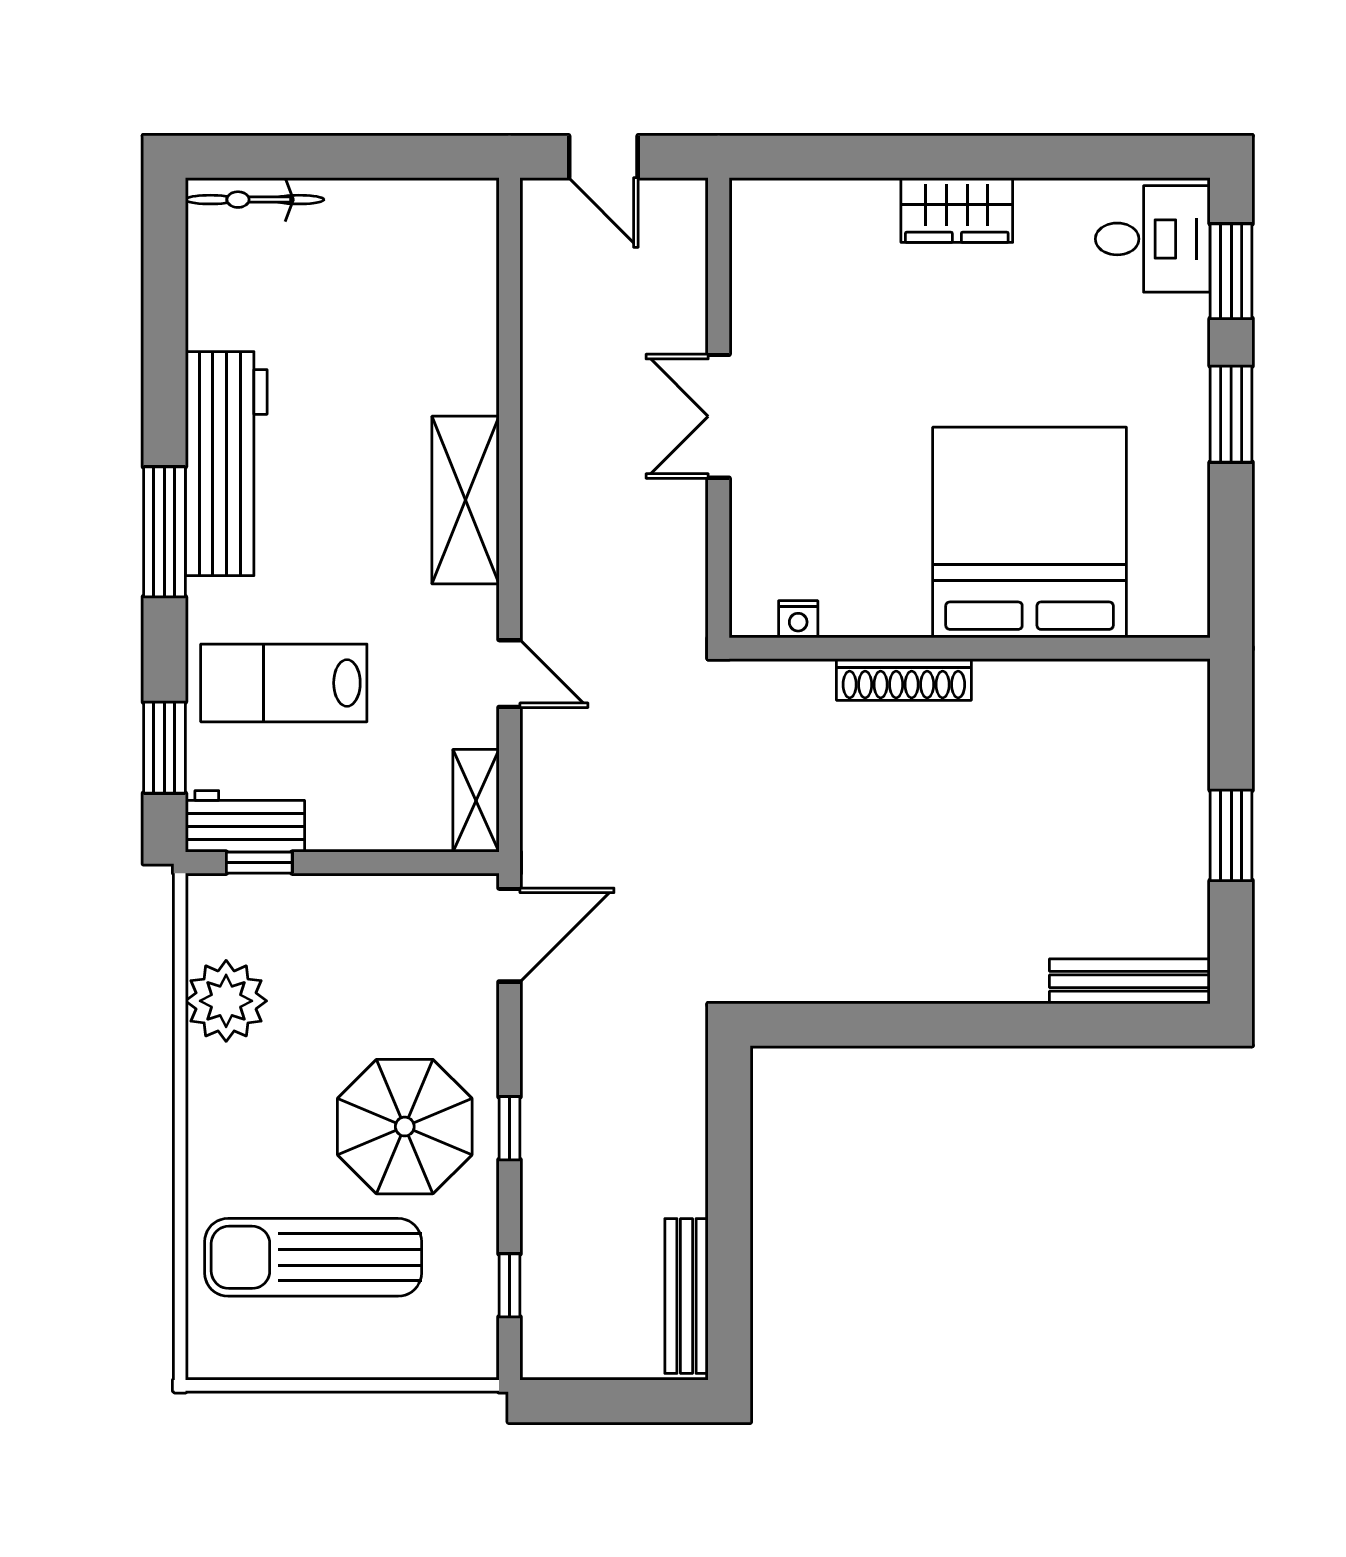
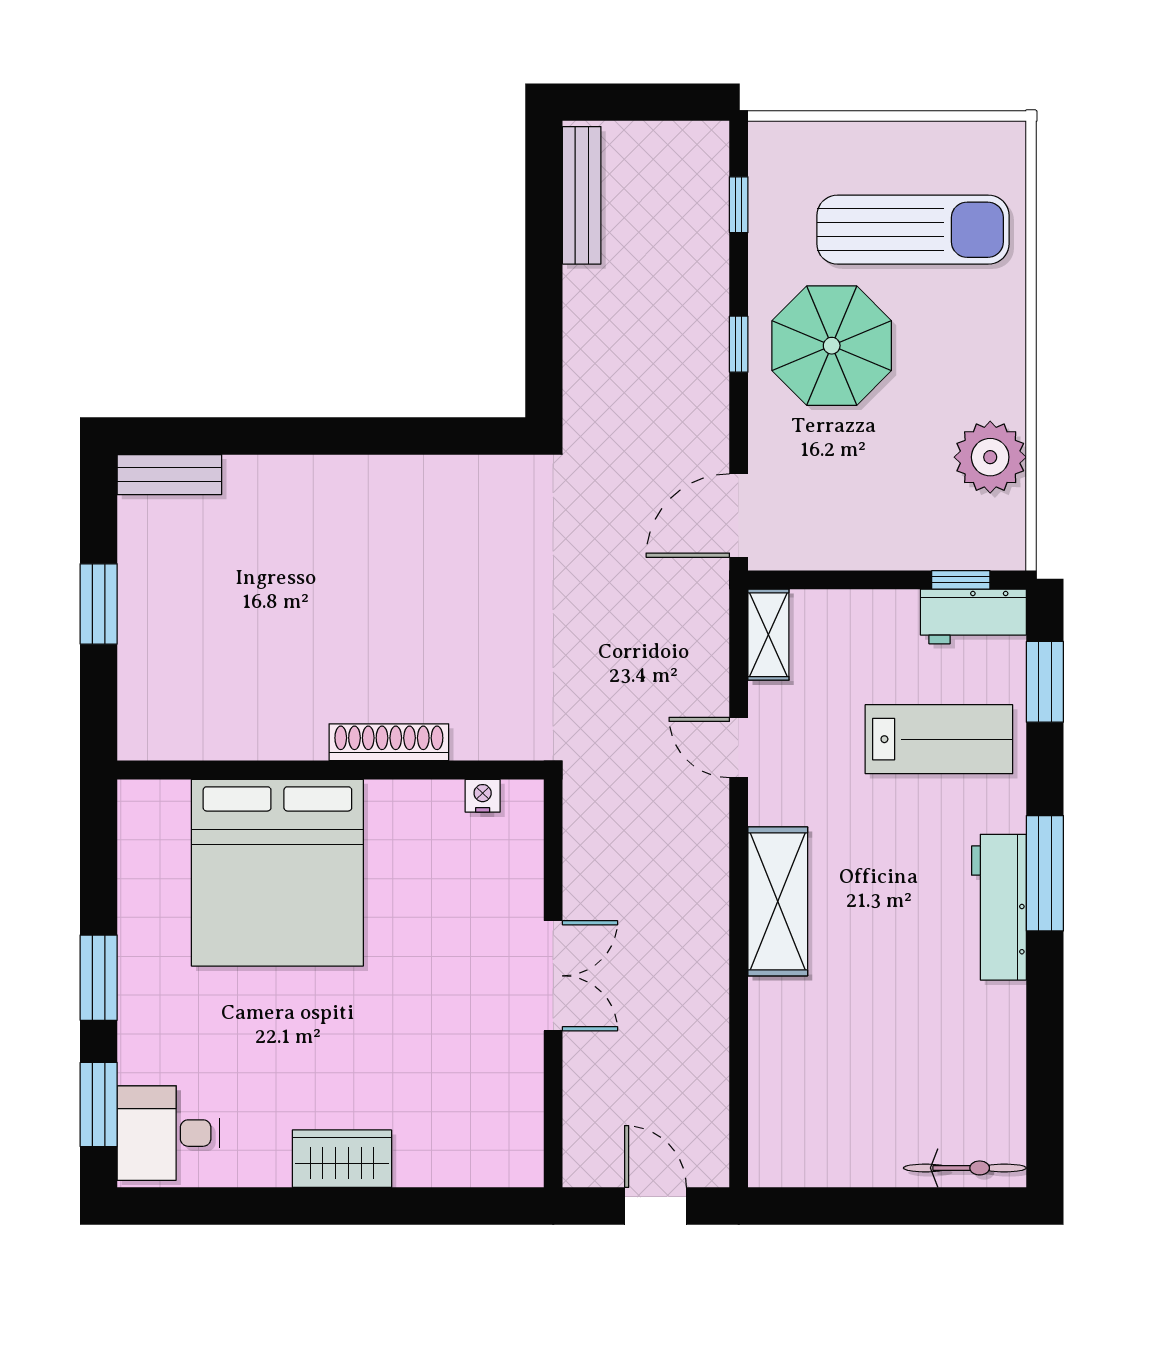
workbench: (226, 464) -> (999, 907), width x0.73, depth x0.76
bench: (1130, 981) -> (169, 475), width x0.73

